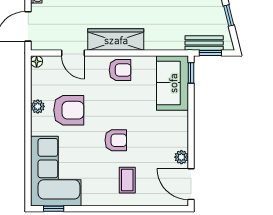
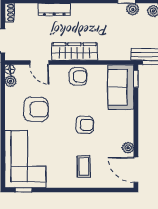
plant: (38, 106) -> (11, 81), moved
armchair: (116, 140) -> (85, 125), moved

